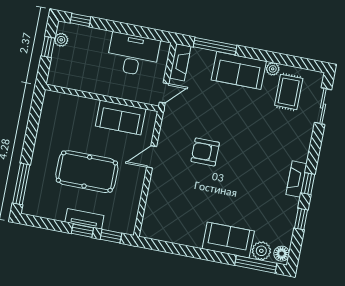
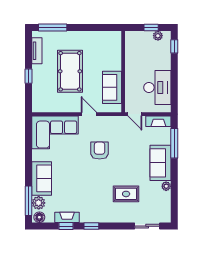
rug: (289, 92) -> (126, 194), moved
fireplace: (296, 179) -> (67, 217), moved
corner sofa: (168, 209) -> (55, 132), added
tv unit: (84, 219) -> (37, 51), moved
window: (111, 236) -> (28, 97), removed

